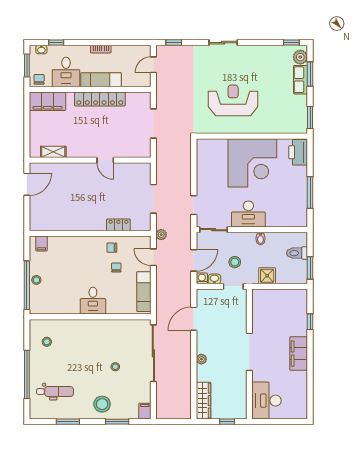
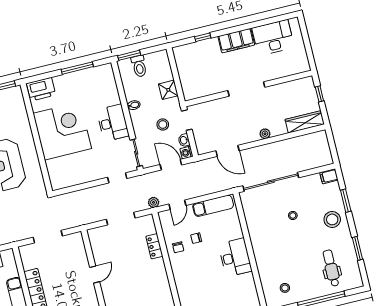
window: (310, 268) -> (129, 55), moved
desk: (93, 301) -> (235, 257), width x1.37
desk: (266, 401) -> (273, 38), moved, turned 180

